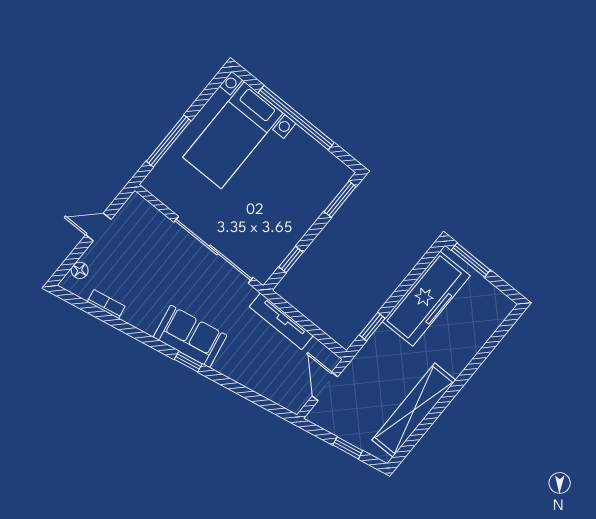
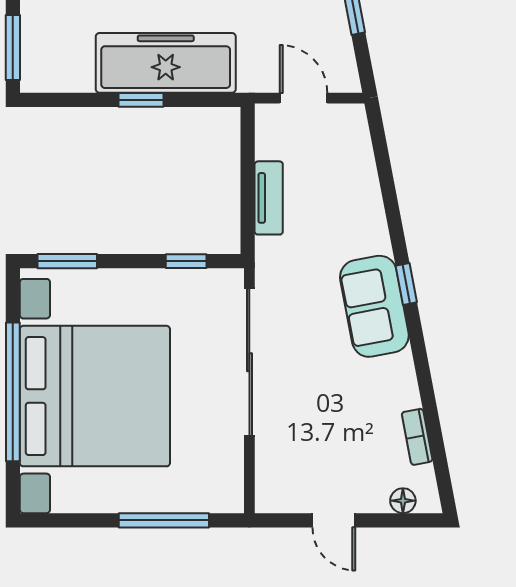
bed with nightstands: (233, 135) -> (95, 396), width x1.85
freezer: (426, 299) -> (166, 63), moved
tv unit: (281, 321) -> (269, 198), width x0.71
window: (372, 327) -> (141, 100), moved
door: (325, 386) -> (304, 98), swing flipped

